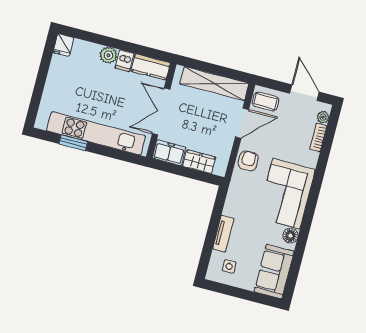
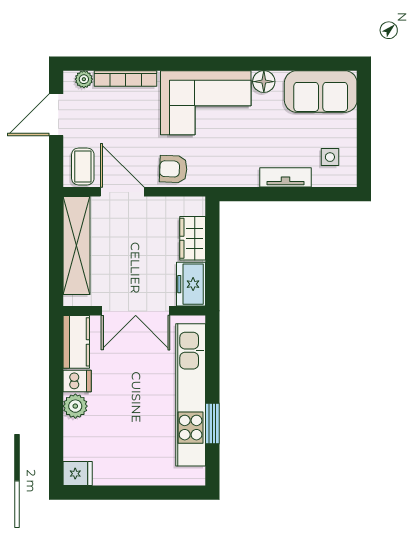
bookcase: (318, 137) -> (126, 78), width x1.56

